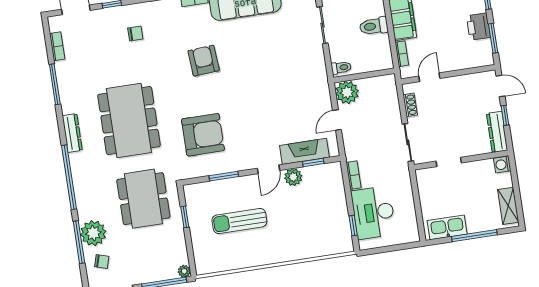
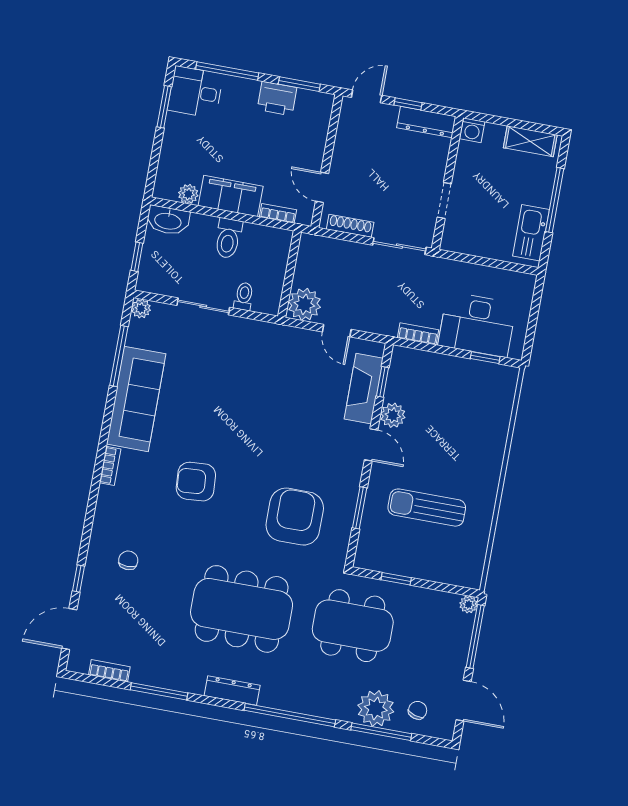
toilet: (341, 68) -> (244, 296), moved
shoe rack: (410, 105) -> (350, 226), width x1.43
sun lounger: (239, 221) -> (427, 508), turned 90

